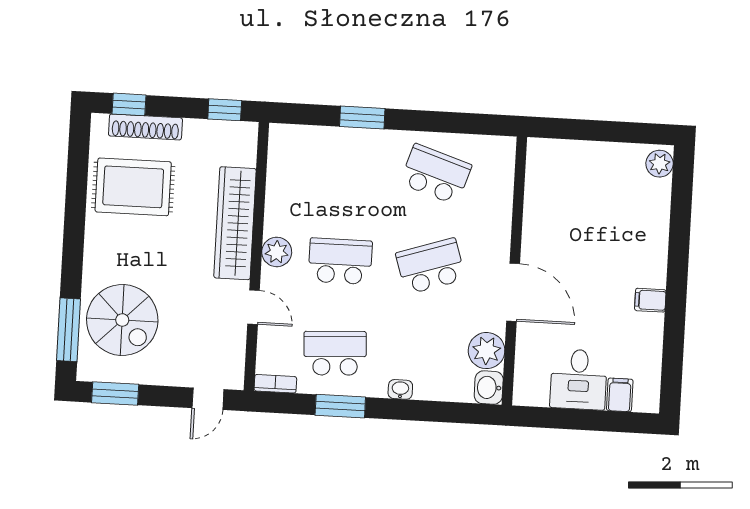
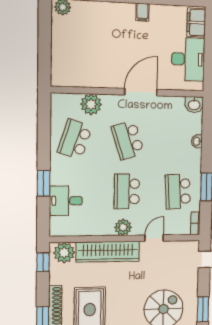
plant: (239, 147) -> (64, 253), added
desk: (330, 154) -> (66, 201), added
plant: (487, 351) -> (91, 104), moved
desk: (579, 379) -> (188, 59), width x1.37
washbasin: (400, 389) -> (197, 141), moved
filing cabinet: (620, 395) -> (196, 23), width x2.00

